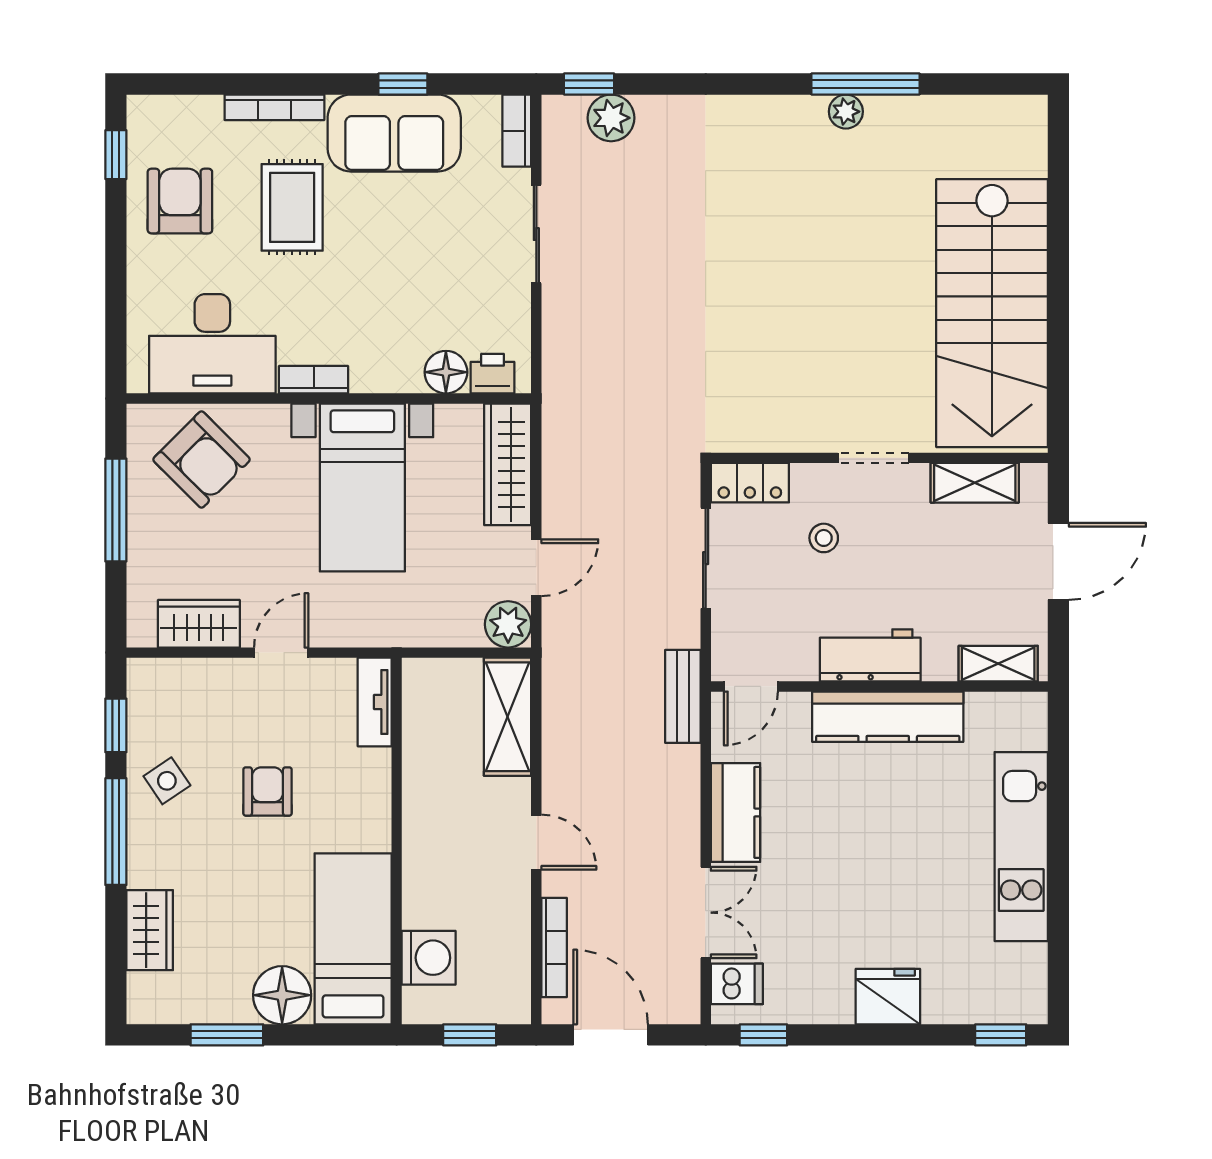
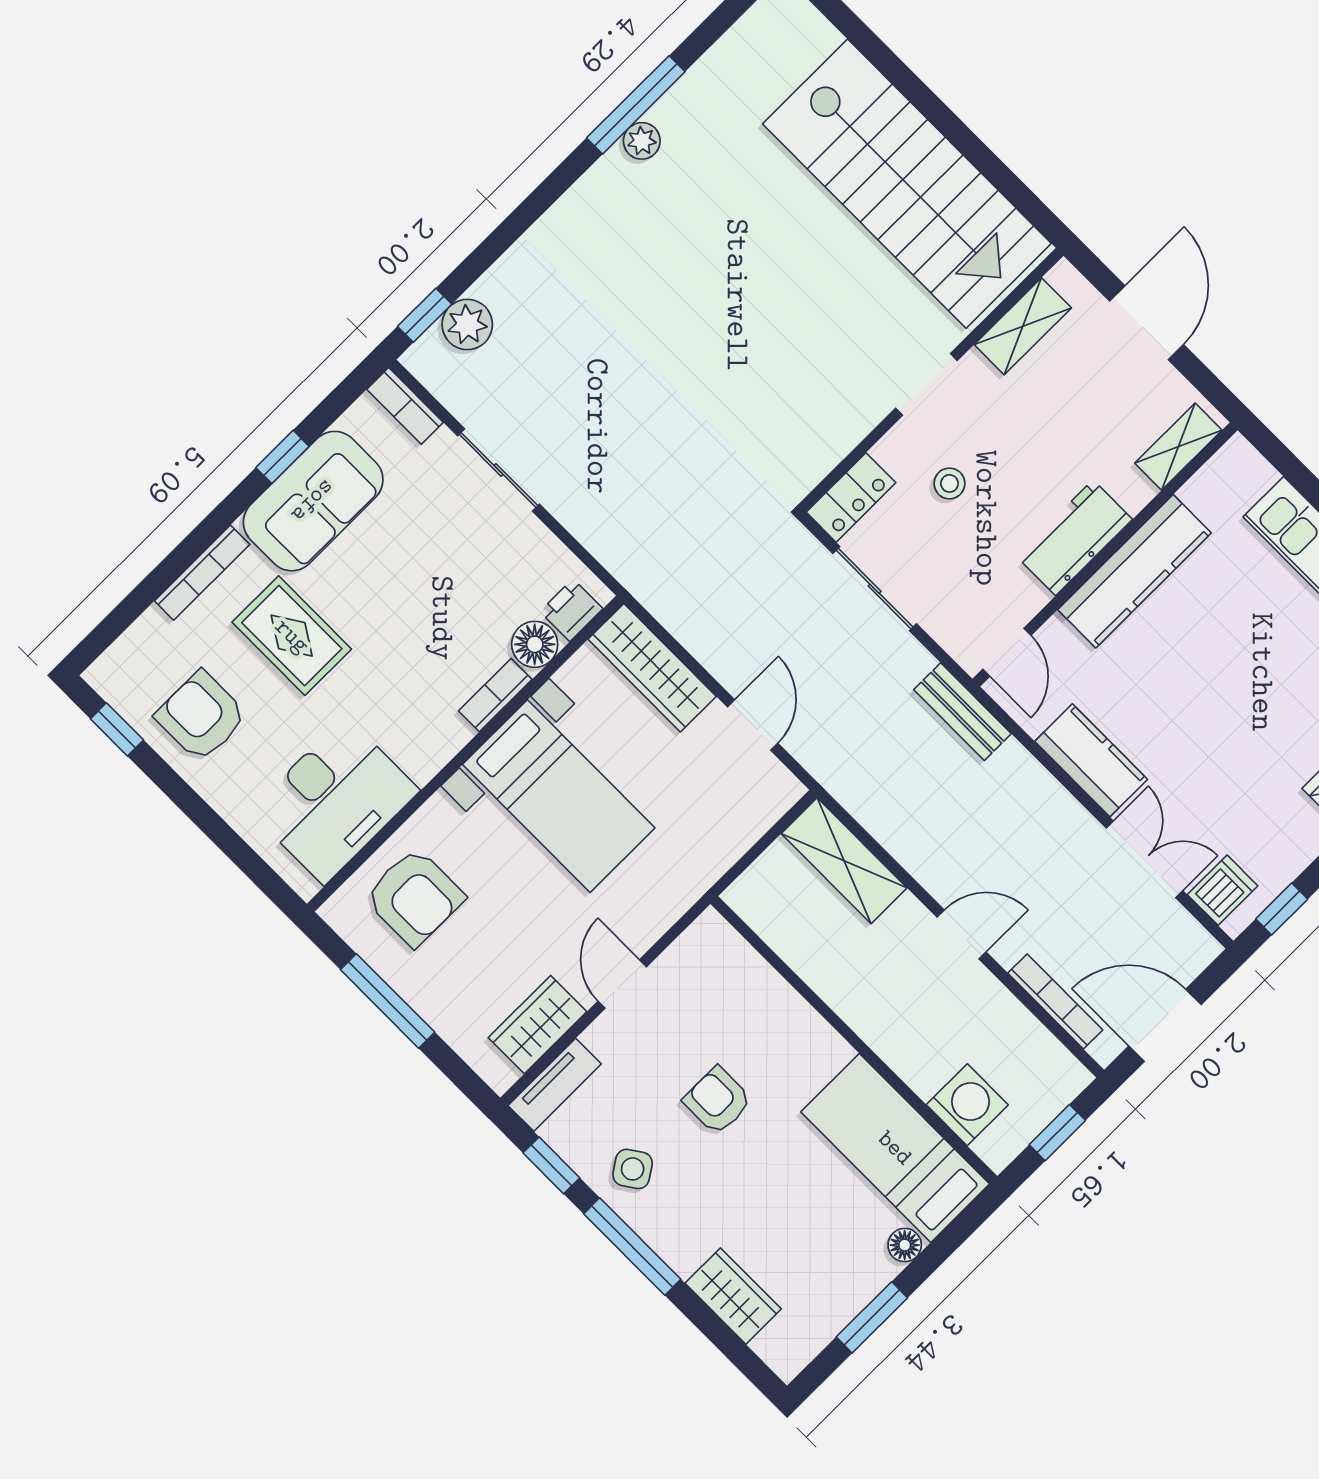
bookcase: (314, 380) -> (495, 695), moved
armchair: (201, 460) -> (414, 897), turned 45
plant: (508, 624) -> (774, 790), removed
tv unit: (375, 702) -> (555, 1085), moved, turned -90
floor lamp: (282, 995) -> (905, 1245), width x0.53, depth x0.53

